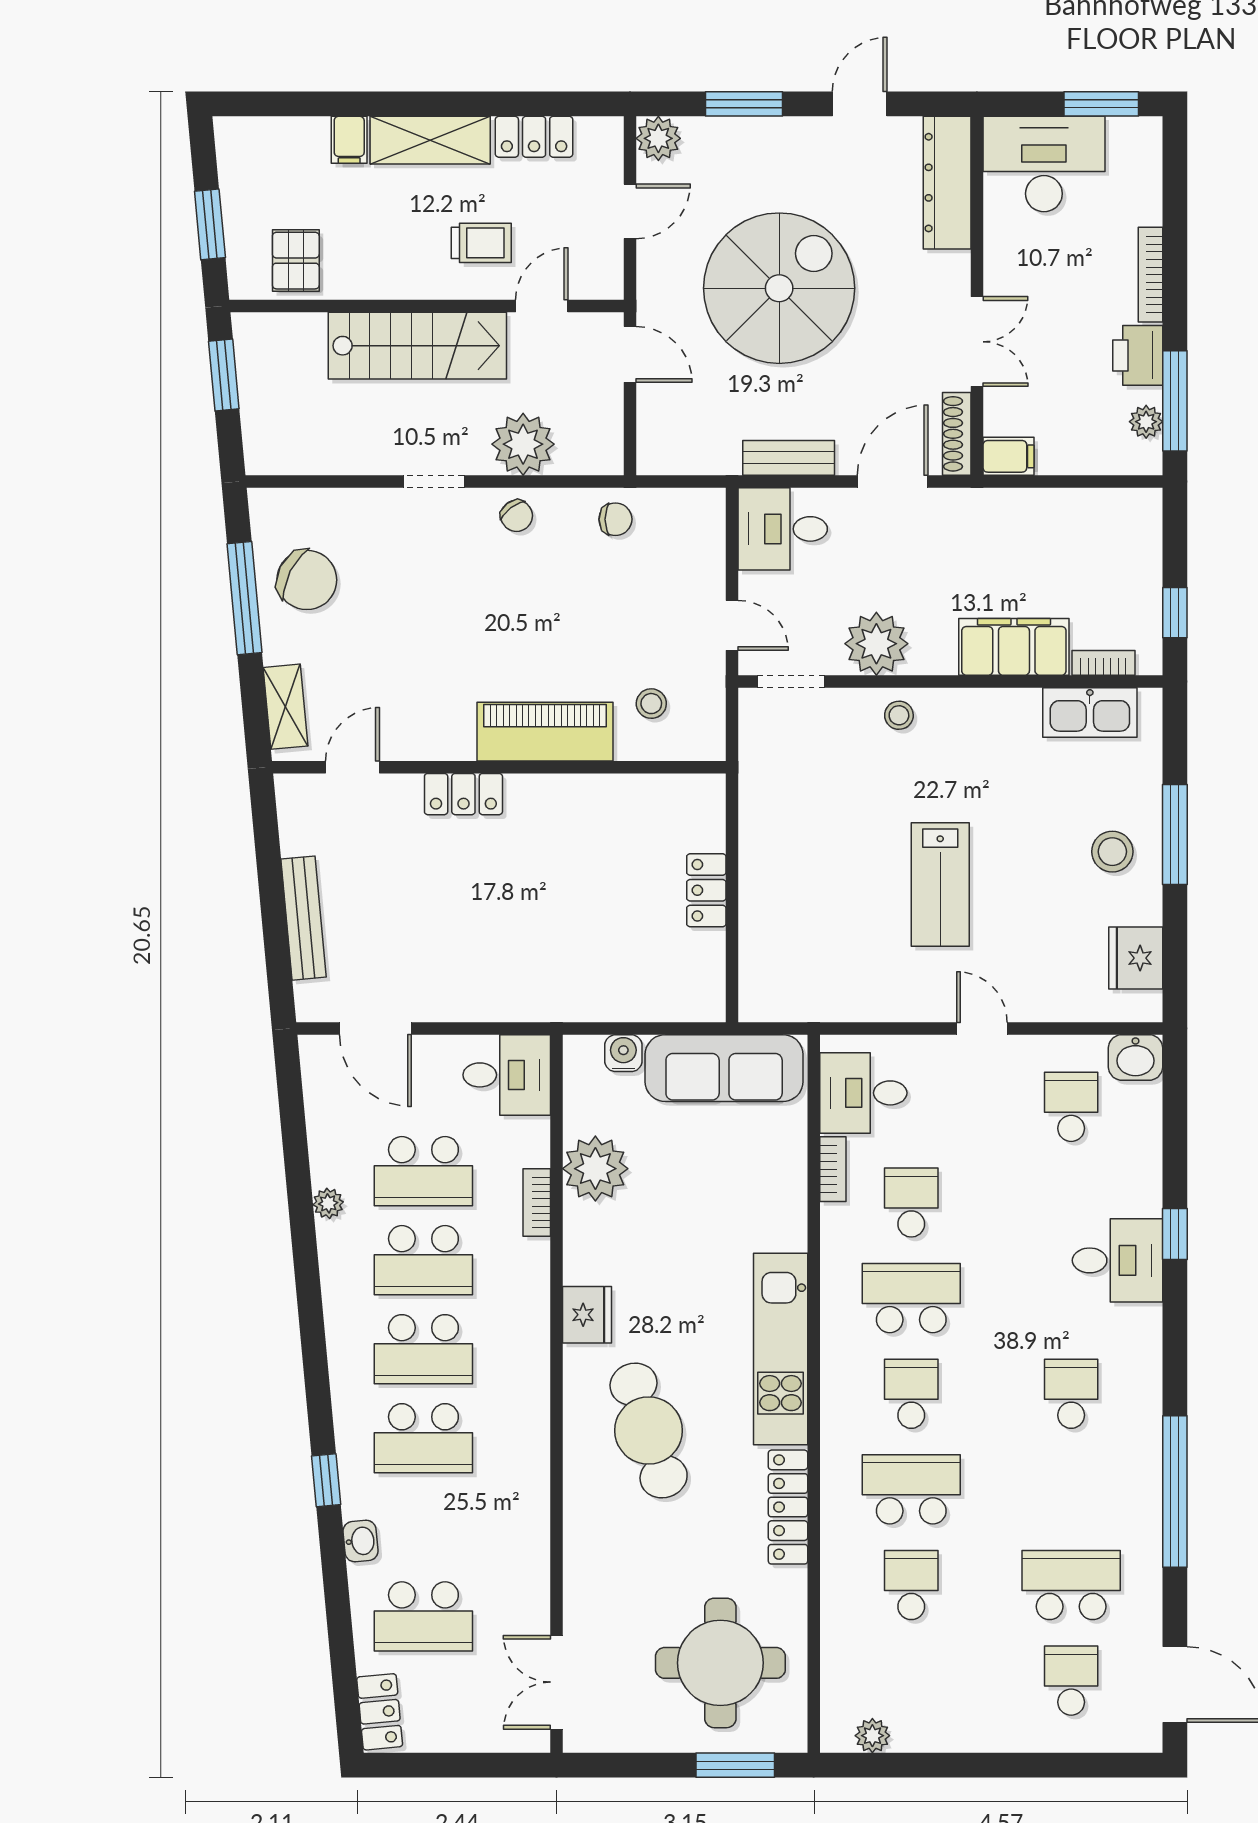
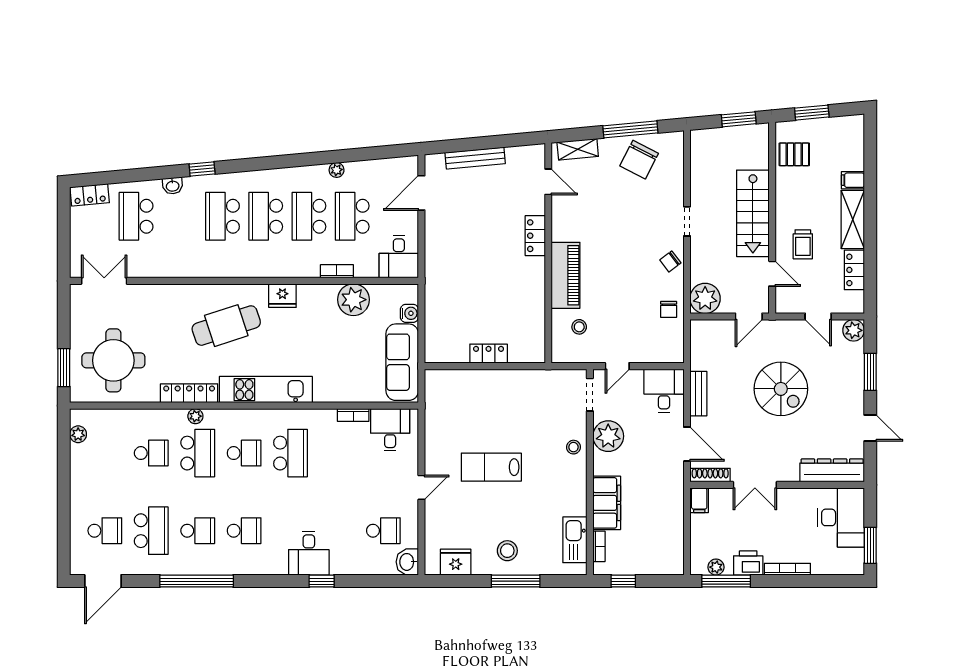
spiral stairs: (779, 288) -> (781, 389), width x0.73, depth x0.73
plant: (523, 444) -> (705, 298), moved
school desk: (911, 1202) -> (198, 531), moved
plant: (835, 1494) -> (195, 416), added

